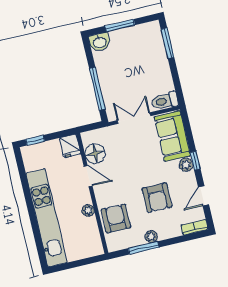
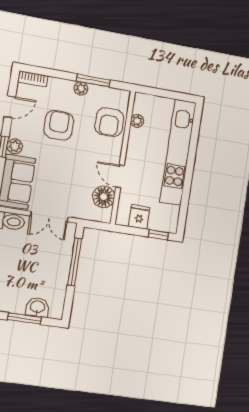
washbasin: (100, 42) -> (37, 307), moved
fridge: (70, 146) -> (139, 217), moved
plant: (88, 210) -> (137, 121), moved

